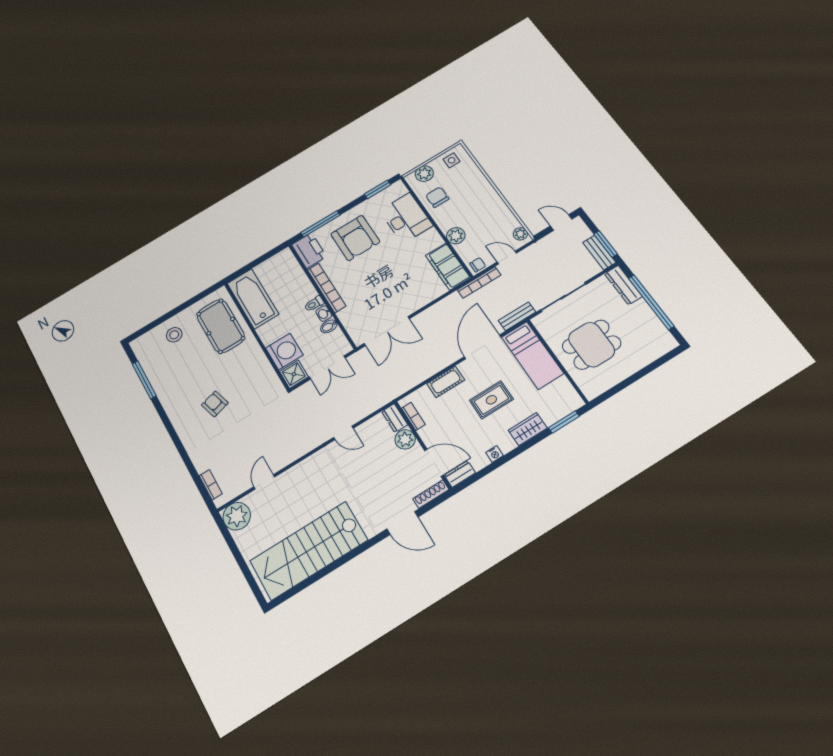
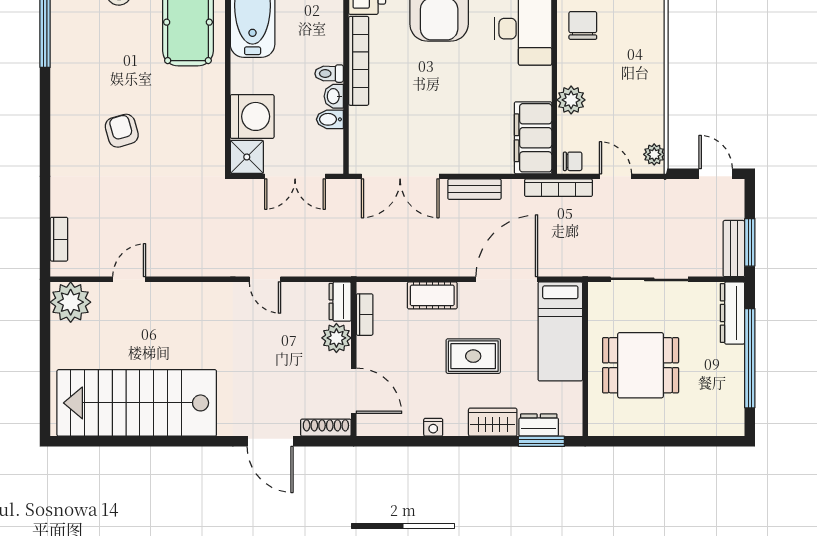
bench: (517, 316) -> (474, 189), moved
dresser: (460, 474) -> (539, 425), moved

